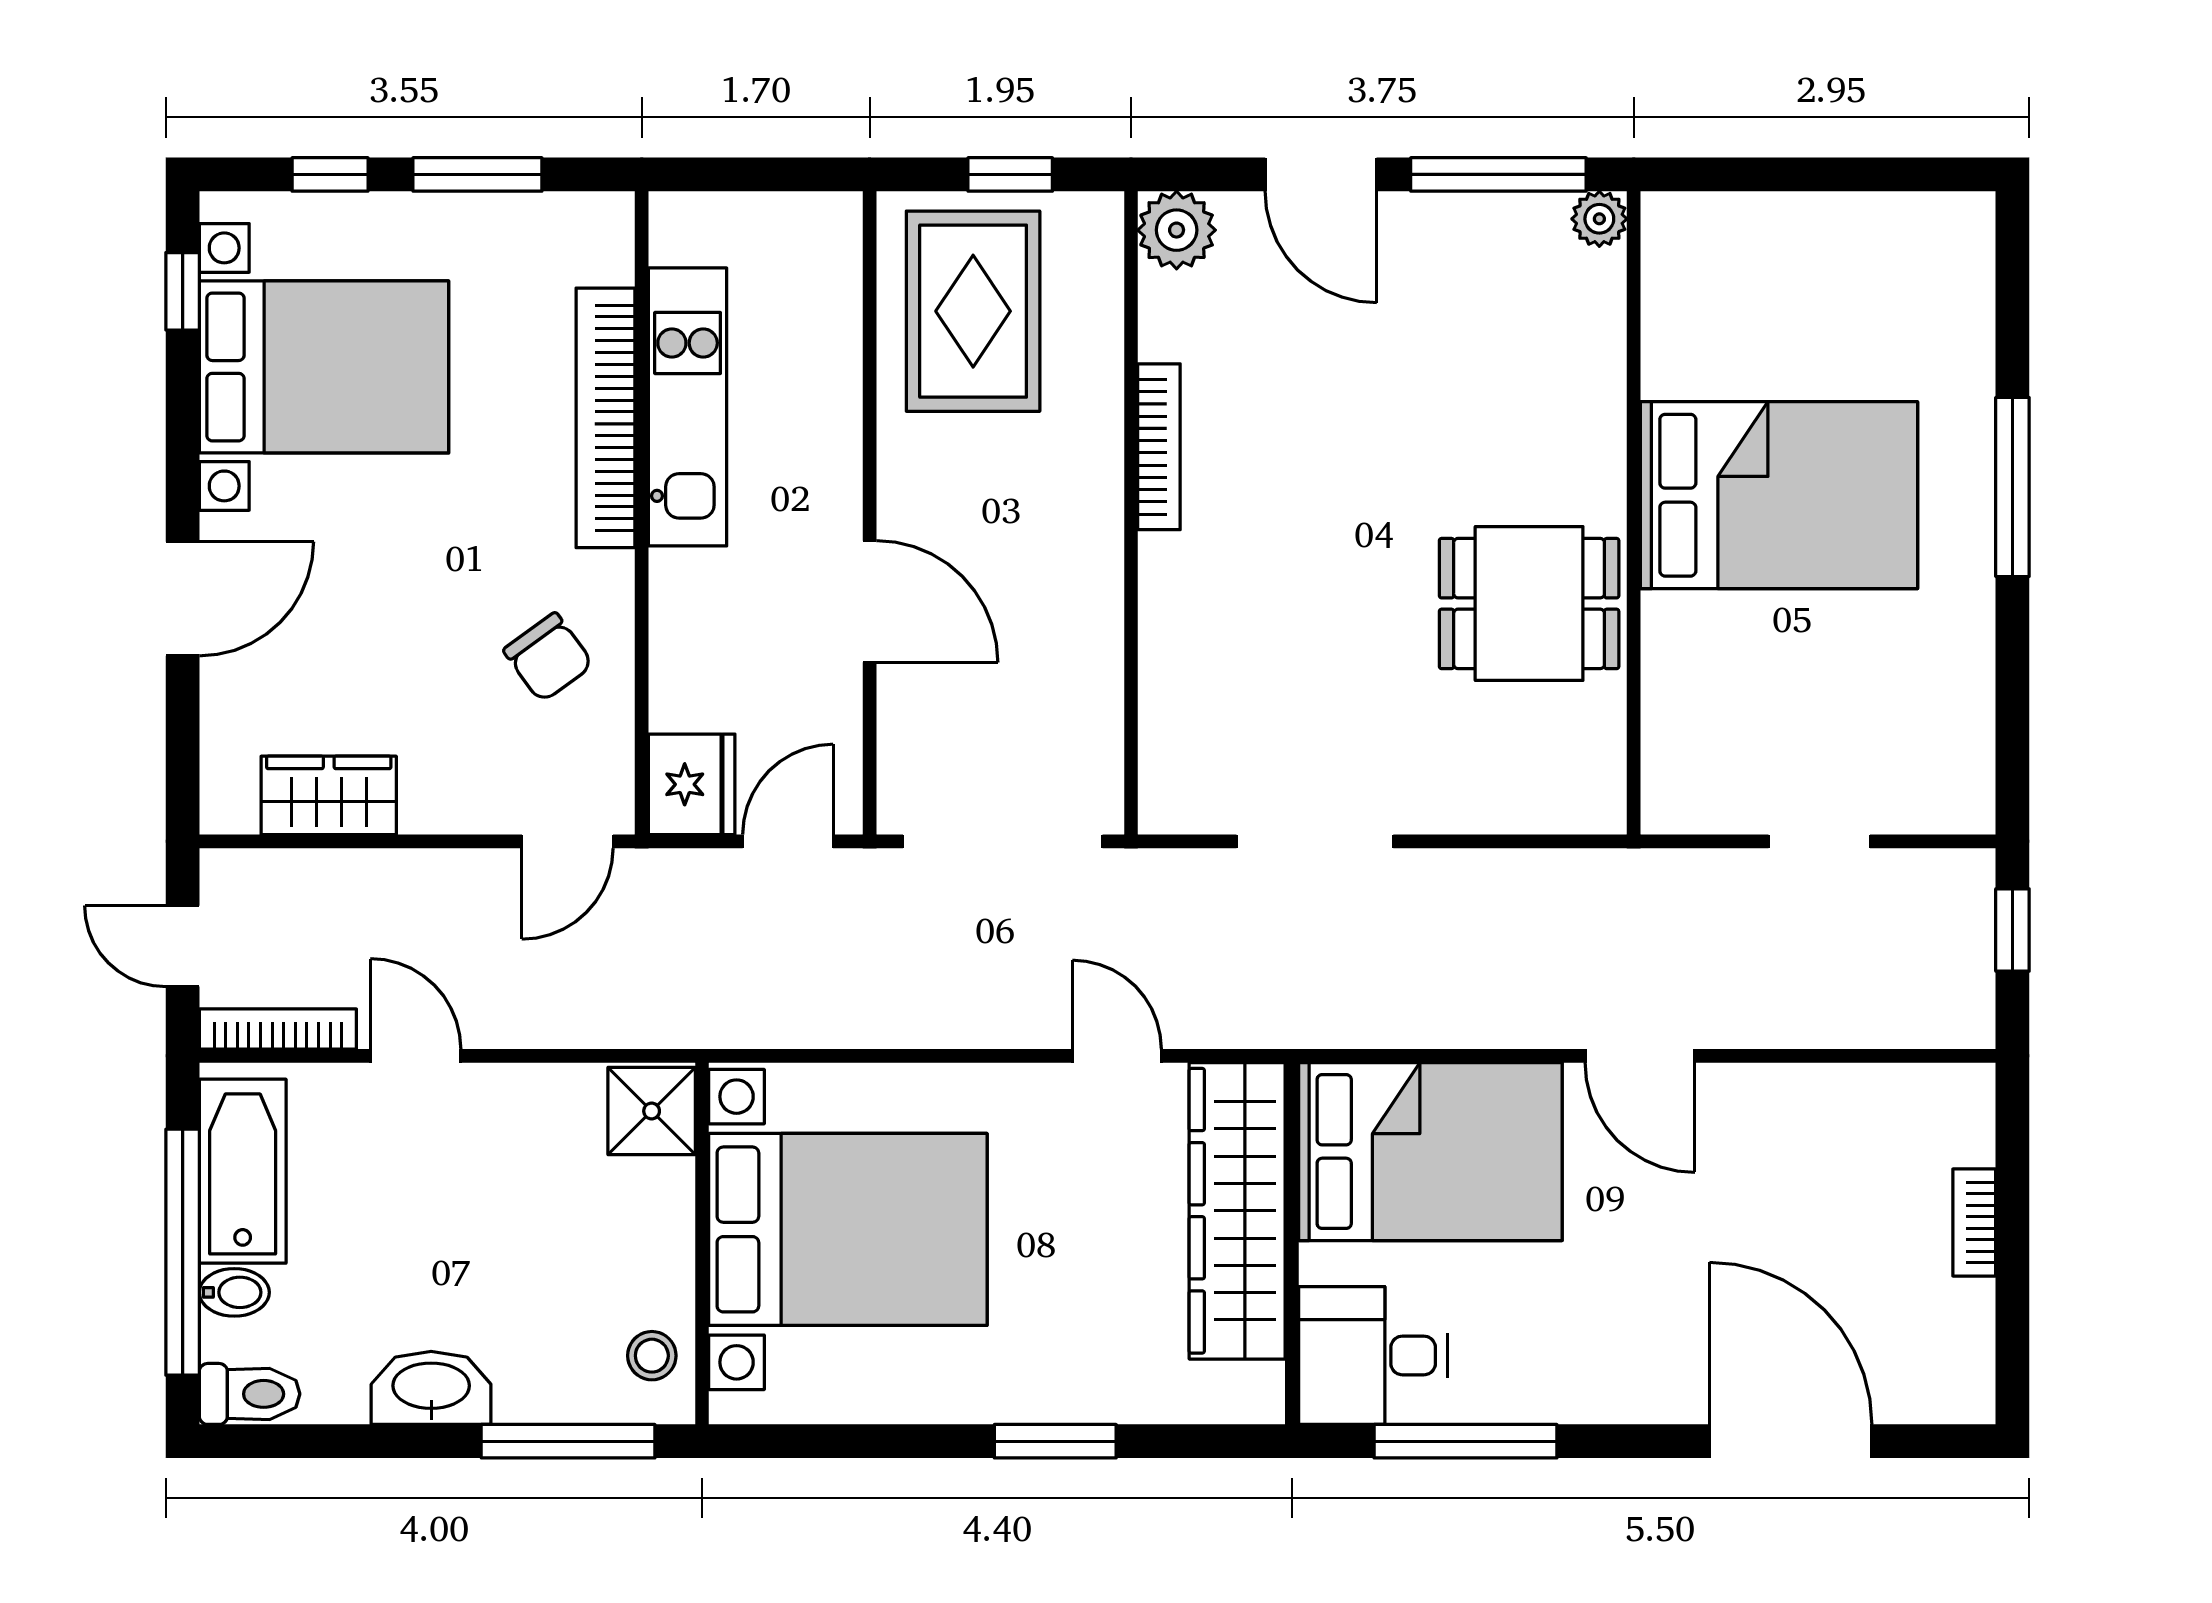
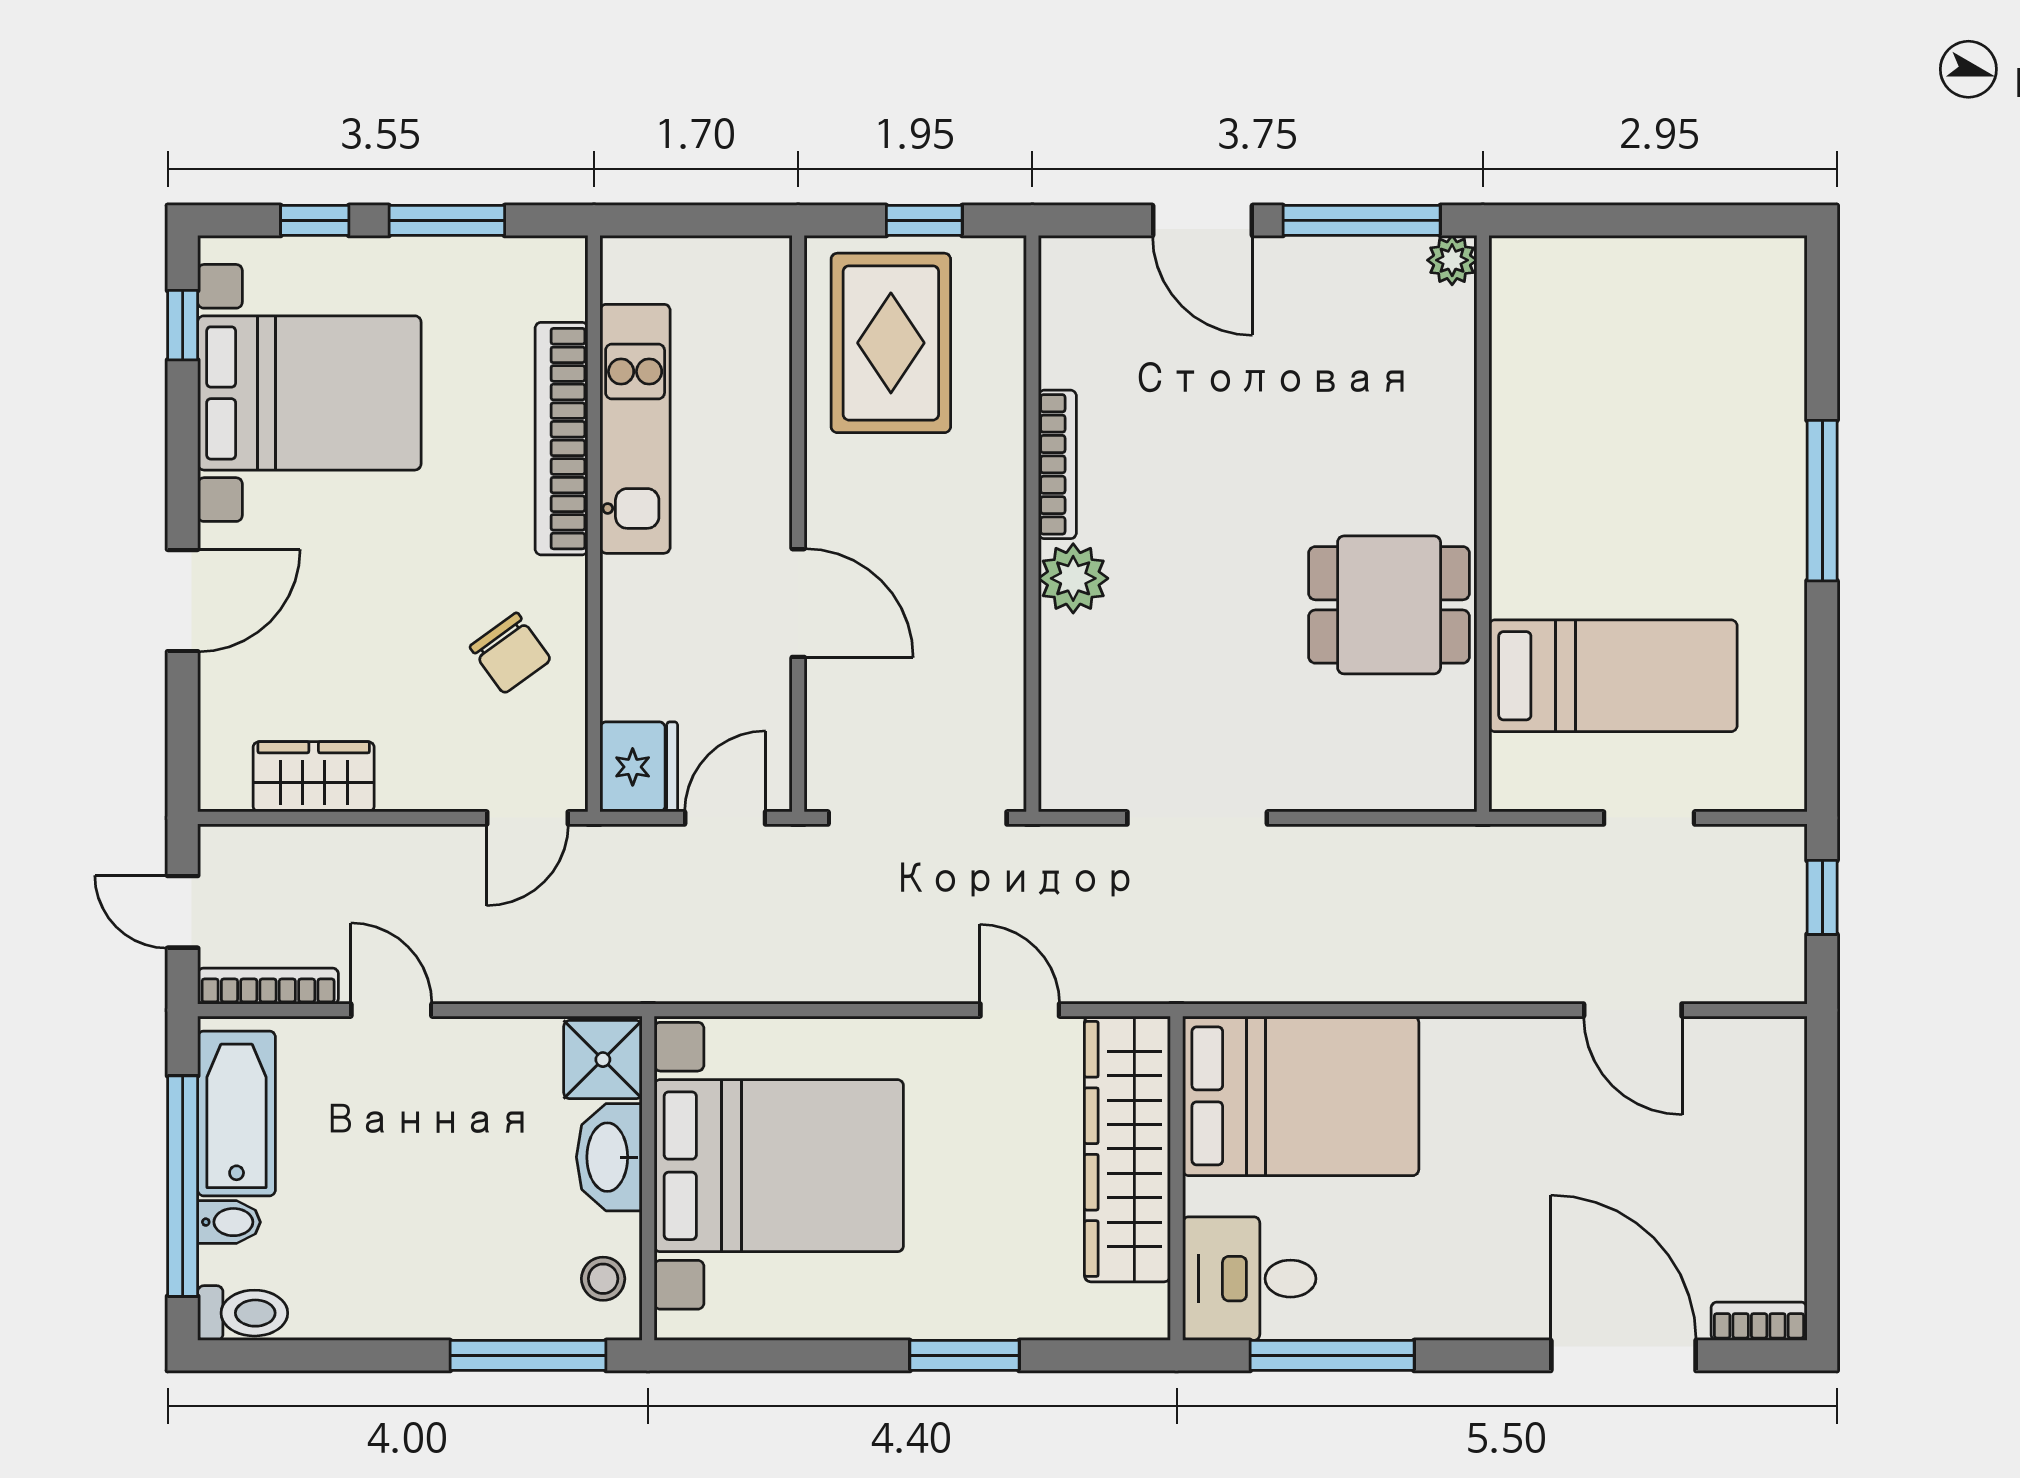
plant: (1177, 230) -> (1073, 578), moved
bed: (1779, 495) -> (1613, 676), moved, width x0.67
door: (1640, 1056) -> (1633, 1010), moved
bookcase: (1974, 1223) -> (1759, 1321), moved, turned 90
washbasin: (431, 1388) -> (609, 1157), moved, turned -90

